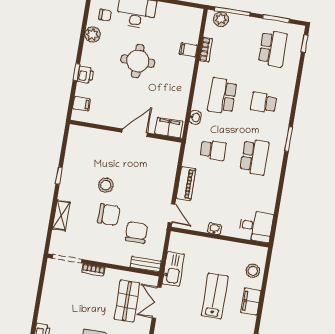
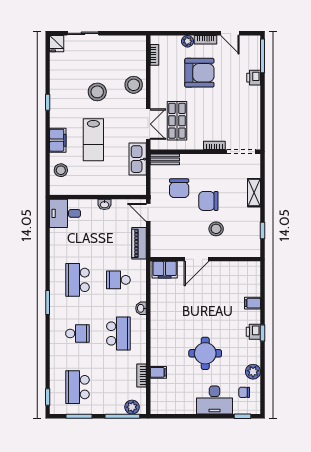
filing cabinet: (169, 128) -> (165, 270), moved
wall: (126, 131) -> (205, 259), moved
door: (135, 133) -> (197, 259), moved

